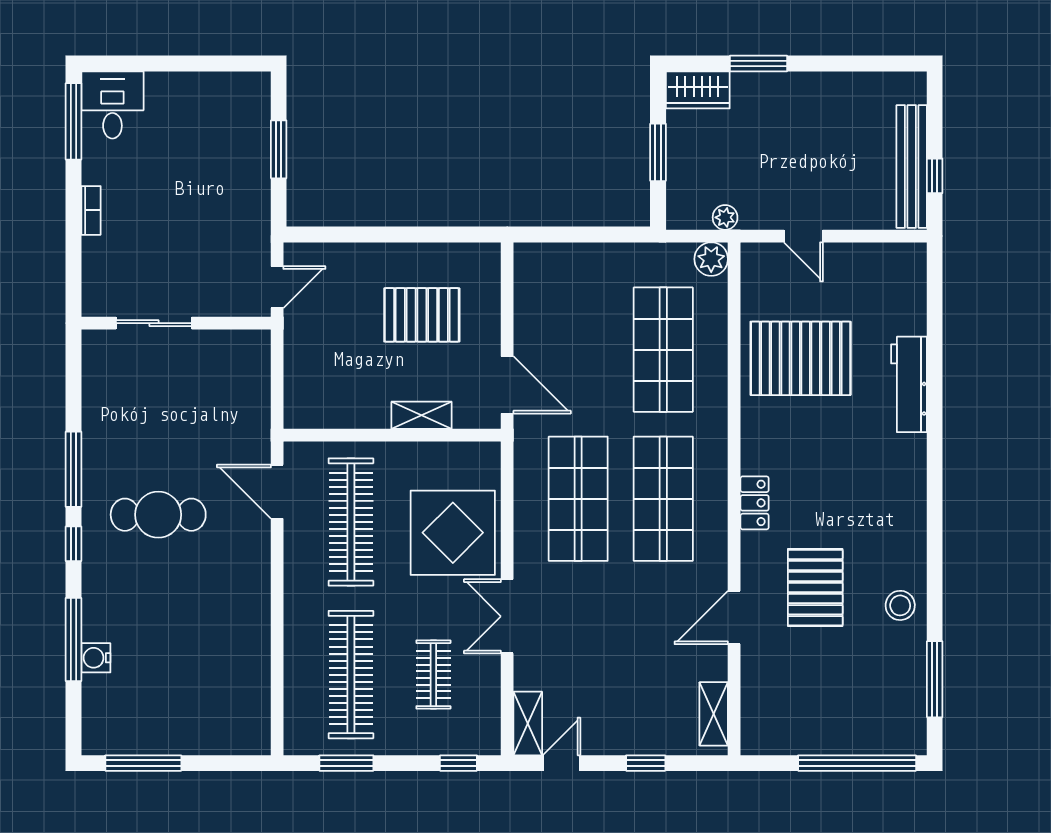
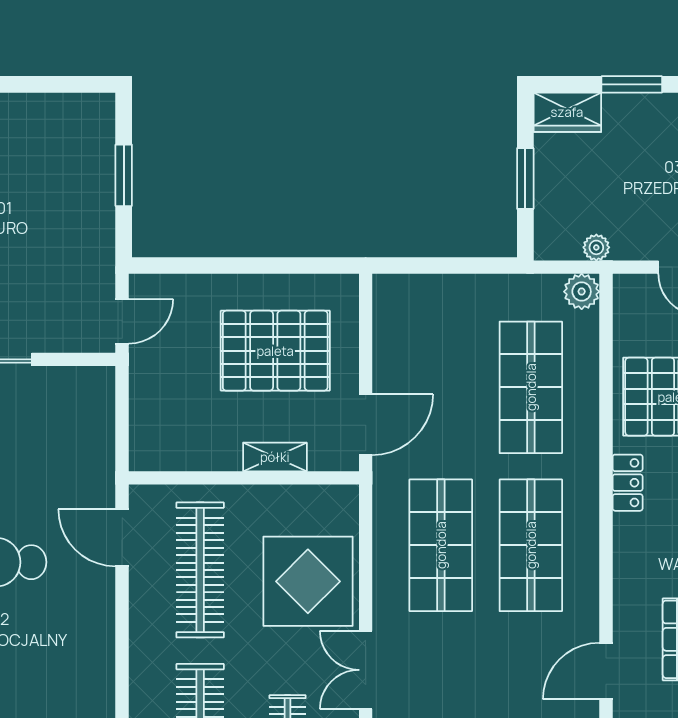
pallet: (422, 315) -> (275, 351), width x1.37, depth x1.41
door: (507, 385) -> (366, 425), hinge flipped
locker: (755, 503) -> (628, 483), moved

